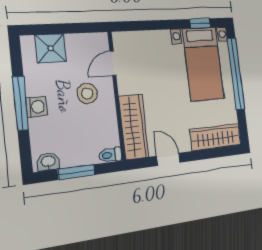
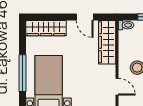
door: (113, 63) -> (117, 87), hinge flipped
window: (236, 74) -> (23, 73), width x0.68

